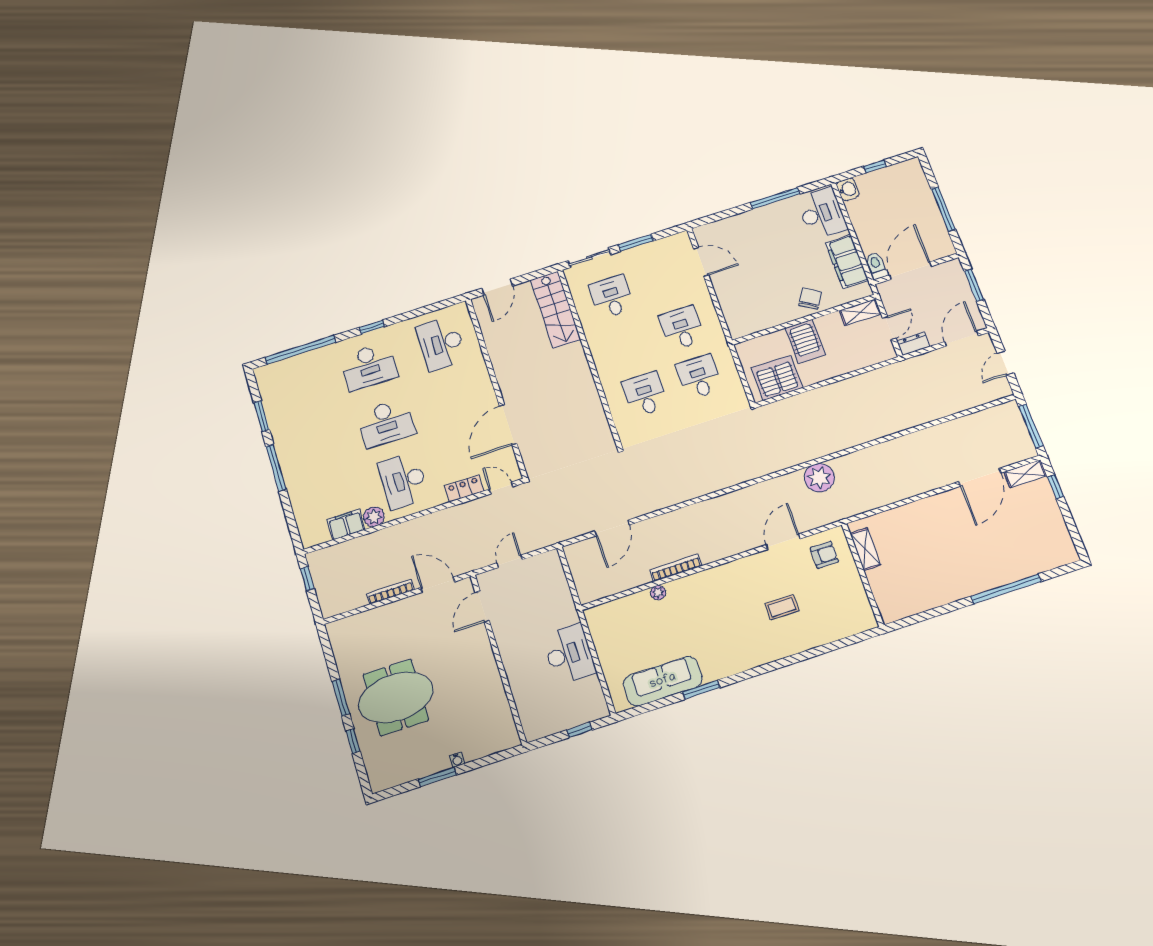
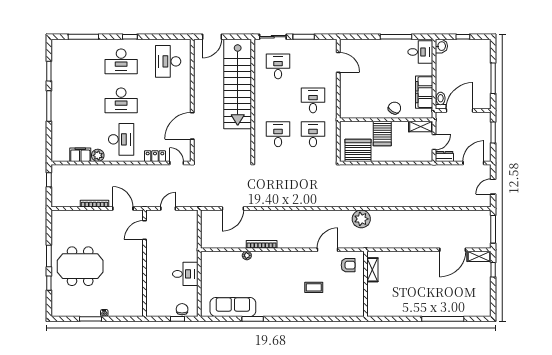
desk: (822, 214) -> (420, 52), width x0.73
stairs: (556, 310) -> (238, 84), width x1.86, depth x1.51
window: (301, 350) -> (83, 37), width x0.68
desk: (403, 481) -> (121, 139), turned 180
desk: (569, 654) -> (185, 274), width x0.73
chair: (582, 712) -> (182, 309), added

